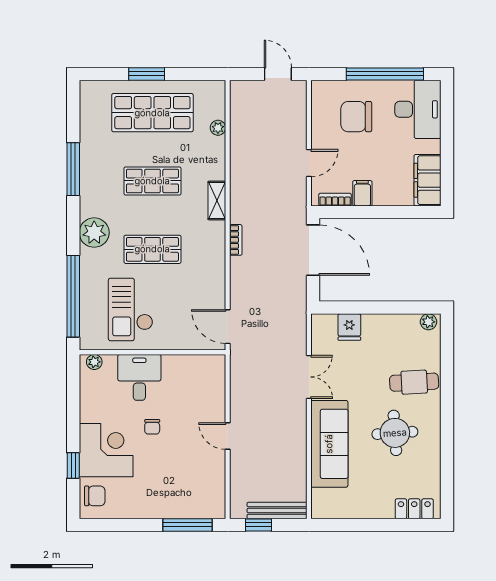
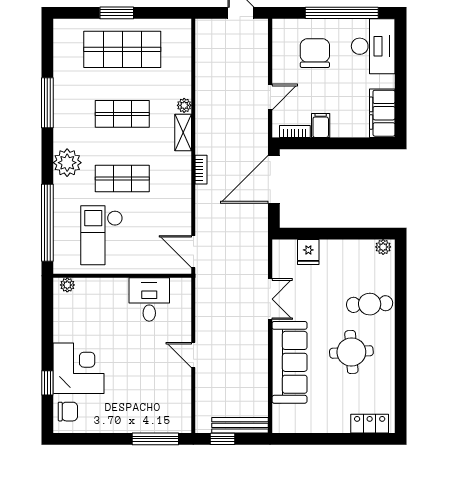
chair: (356, 117) -> (315, 53), turned 90
plant: (218, 128) -> (184, 105), moved
door: (313, 250) -> (274, 179), swing flipped
desk: (139, 377) -> (149, 300), moved
chair: (152, 427) -> (122, 346), removed

